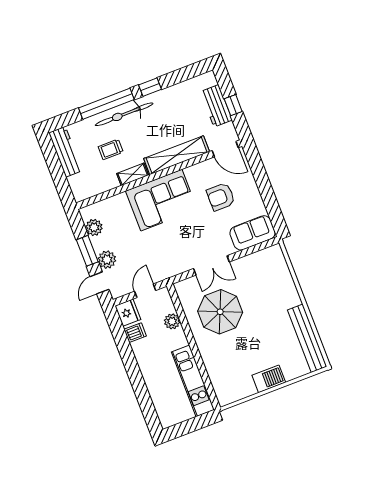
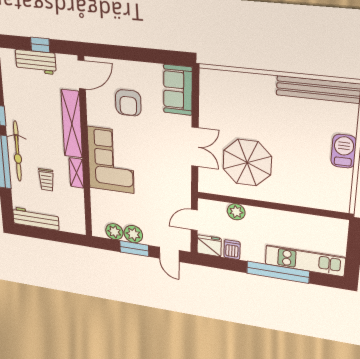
plant: (107, 260) -> (133, 234), moved
door: (145, 291) -> (194, 220), hinge flipped
window: (136, 378) -> (278, 272), added
kitchen unit: (193, 381) -> (305, 261), moved, turned 180

